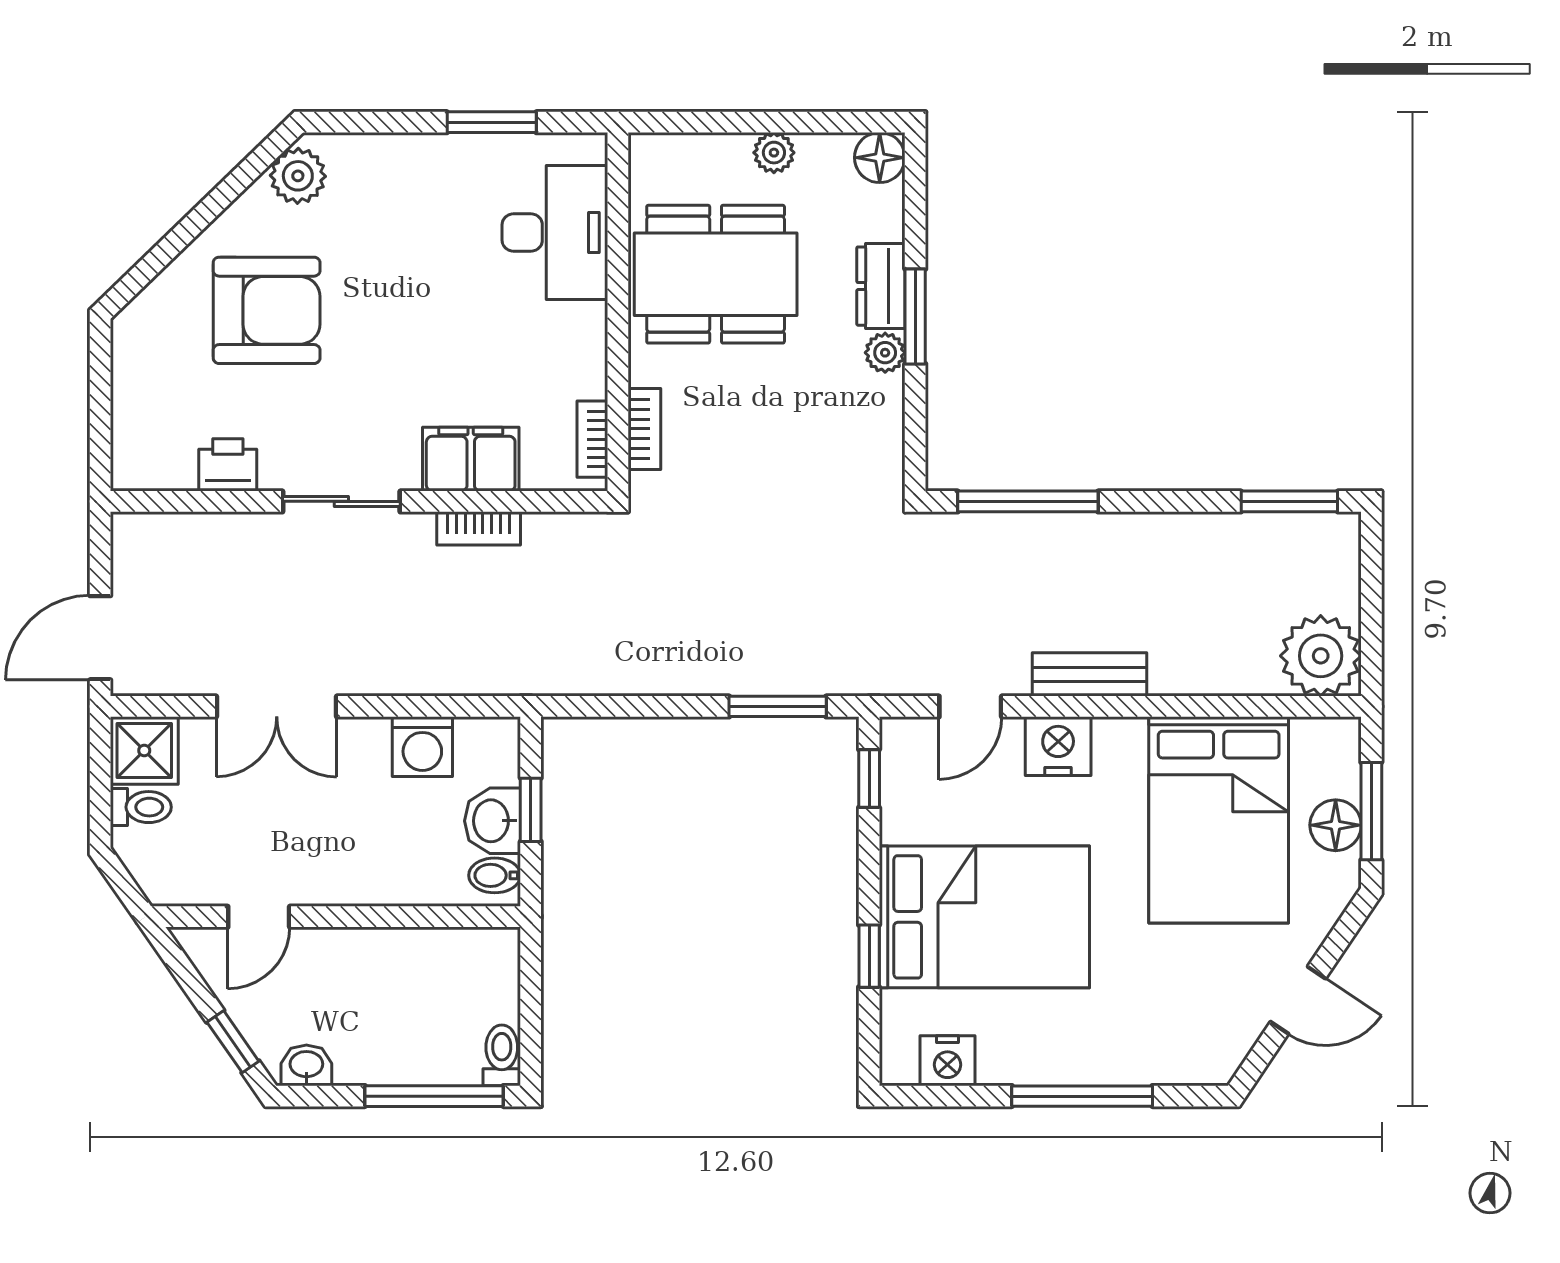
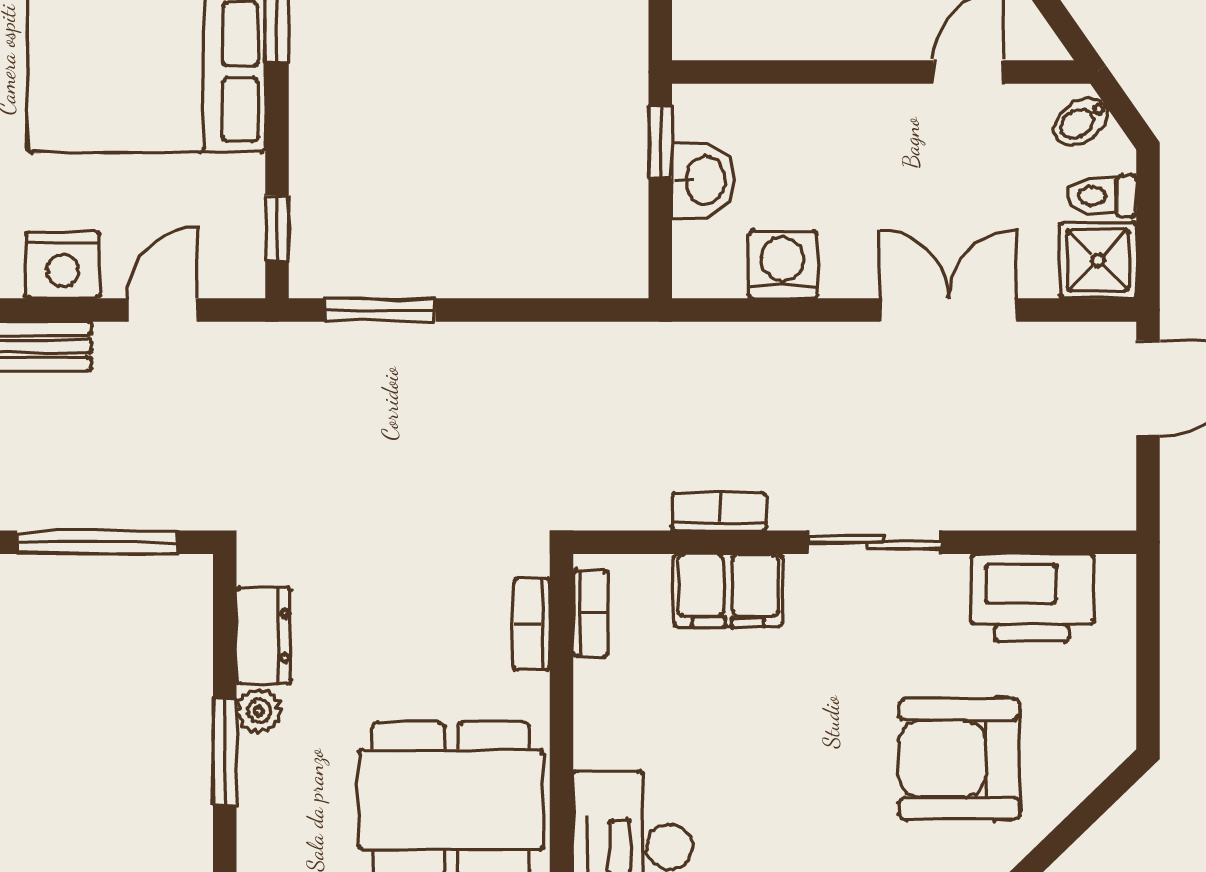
dresser: (881, 286) -> (263, 635), moved
printer: (228, 465) -> (1032, 598), width x1.87, depth x1.48
window: (531, 810) -> (660, 142), moved
bidet: (495, 875) -> (1081, 121), moved, turned 145

